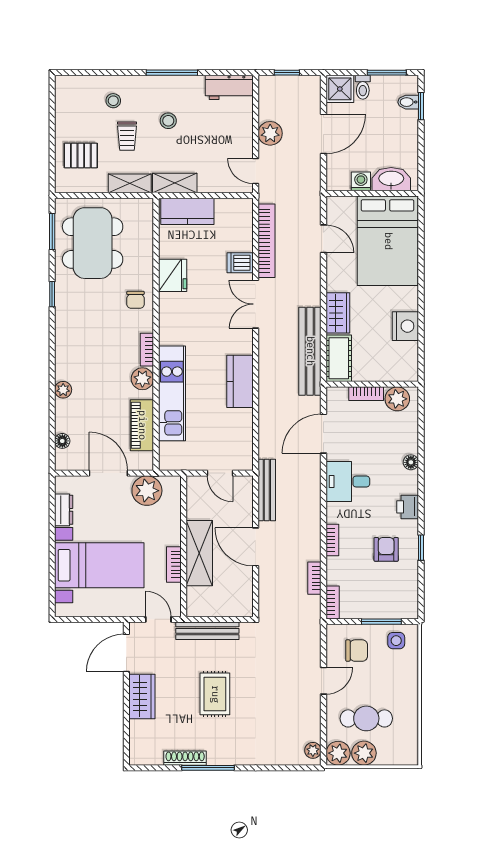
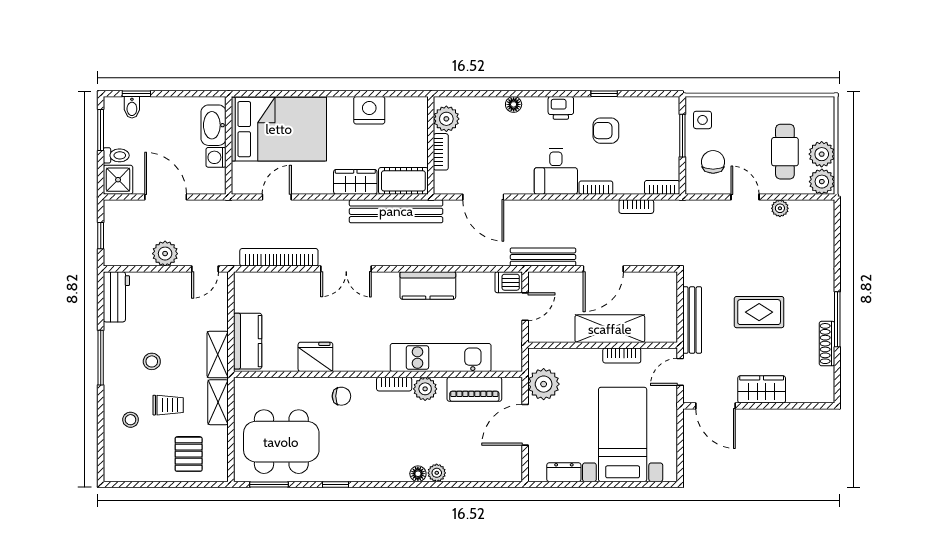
dishwasher: (240, 263) -> (509, 282), moved, turned 90
floor lamp: (62, 441) -> (418, 474), moved
desk: (348, 482) -> (556, 171), moved
plant: (313, 750) -> (780, 208), moved

